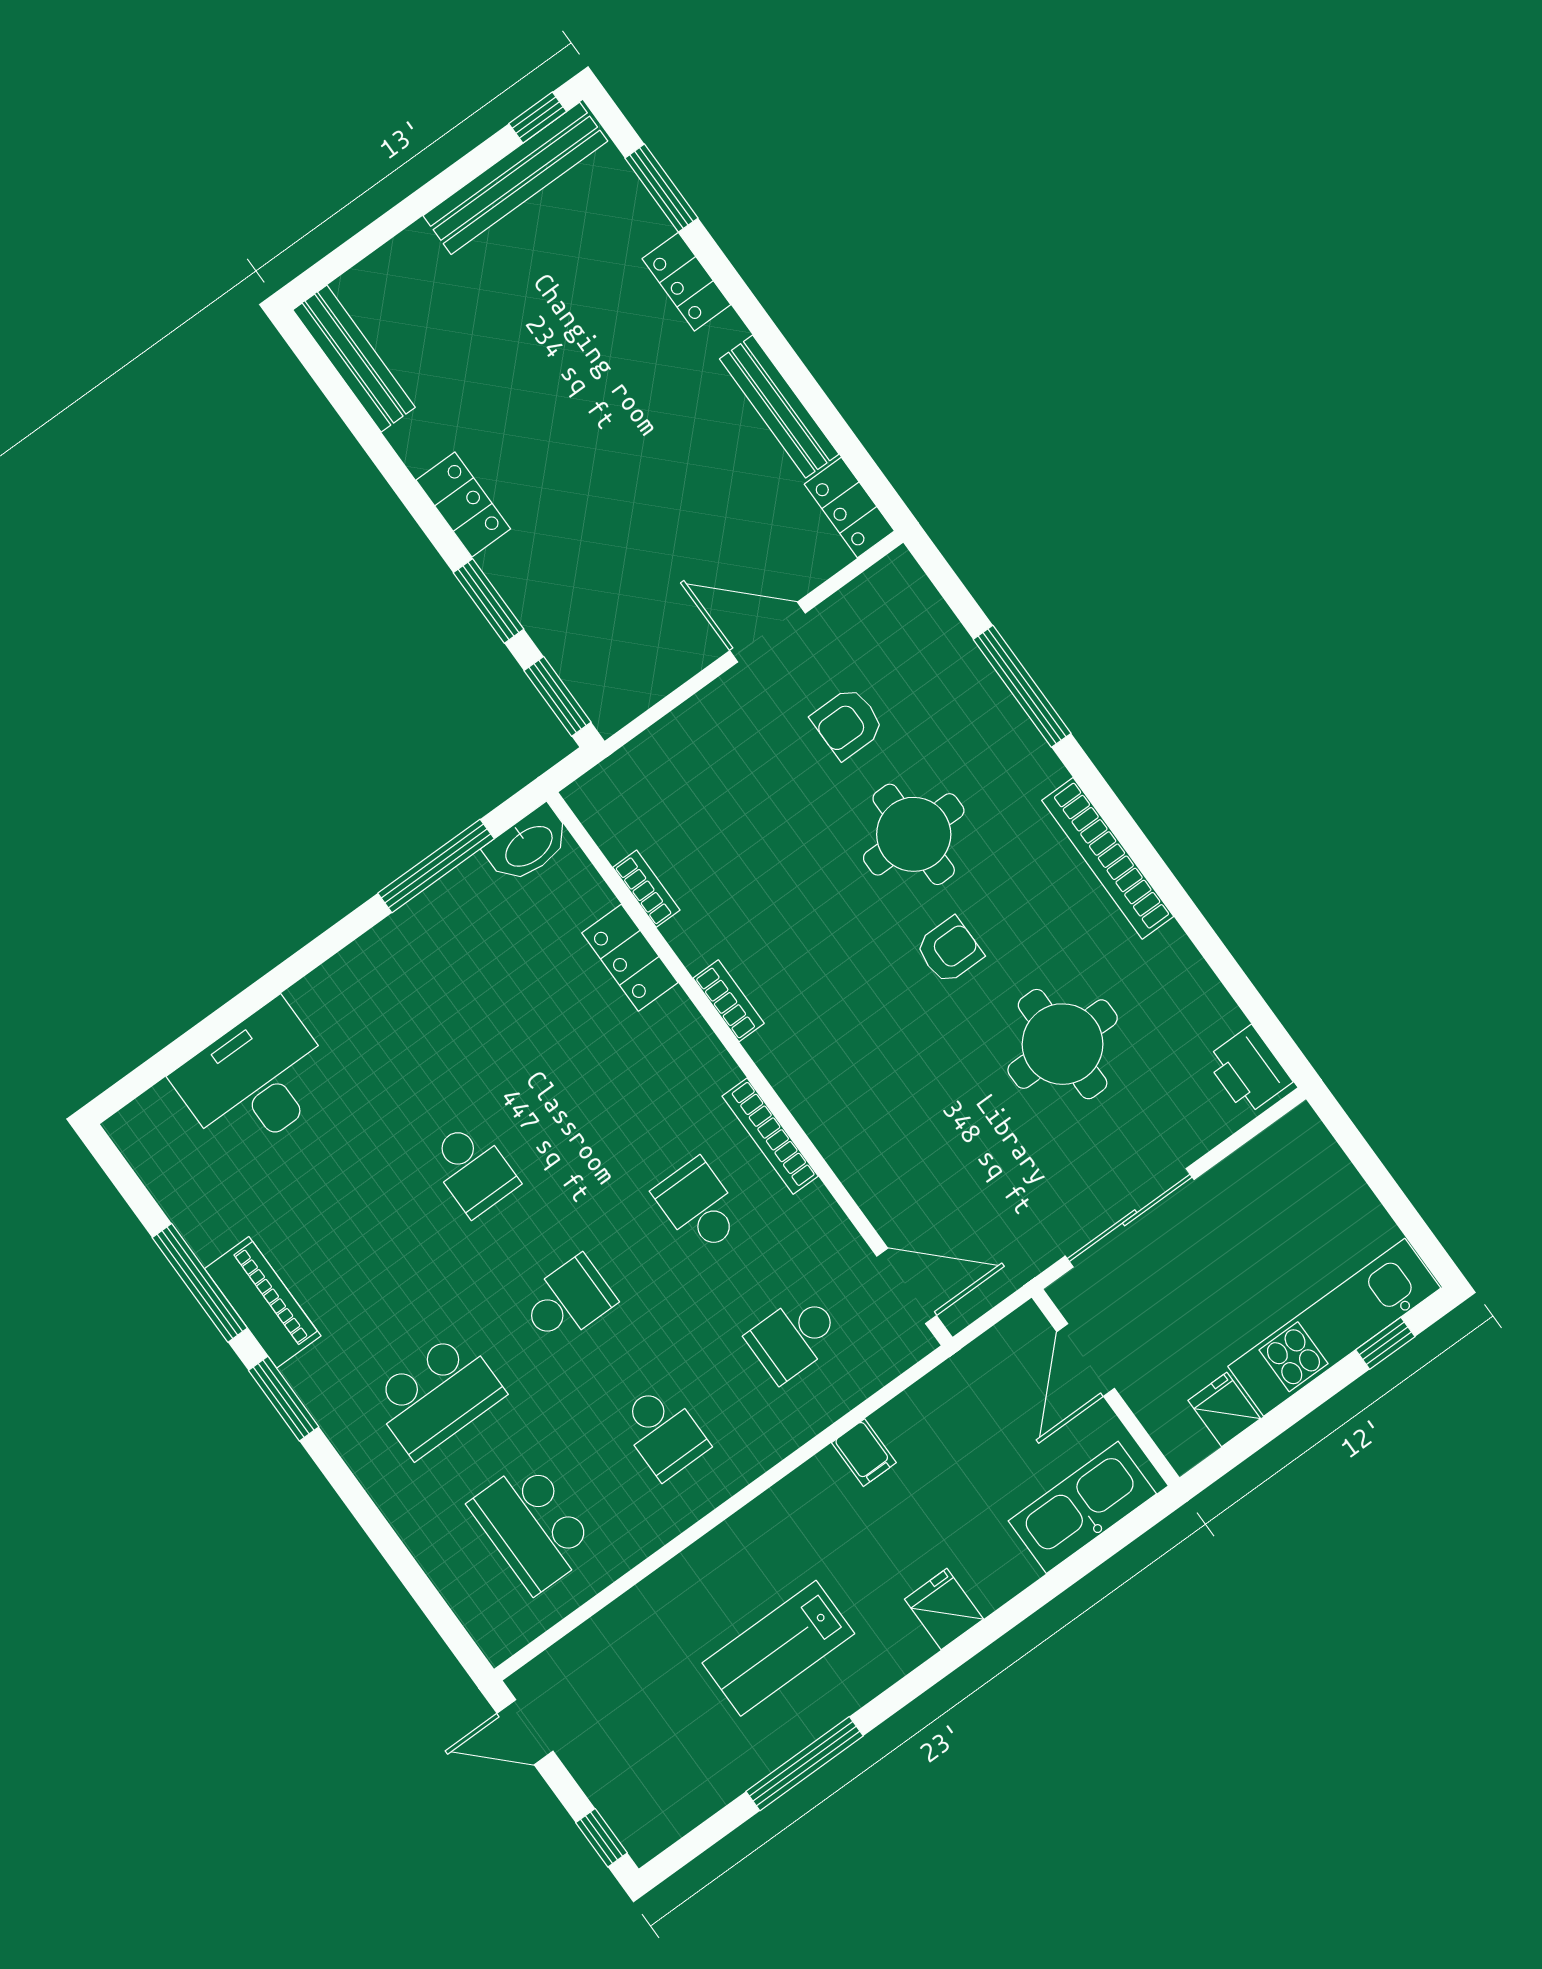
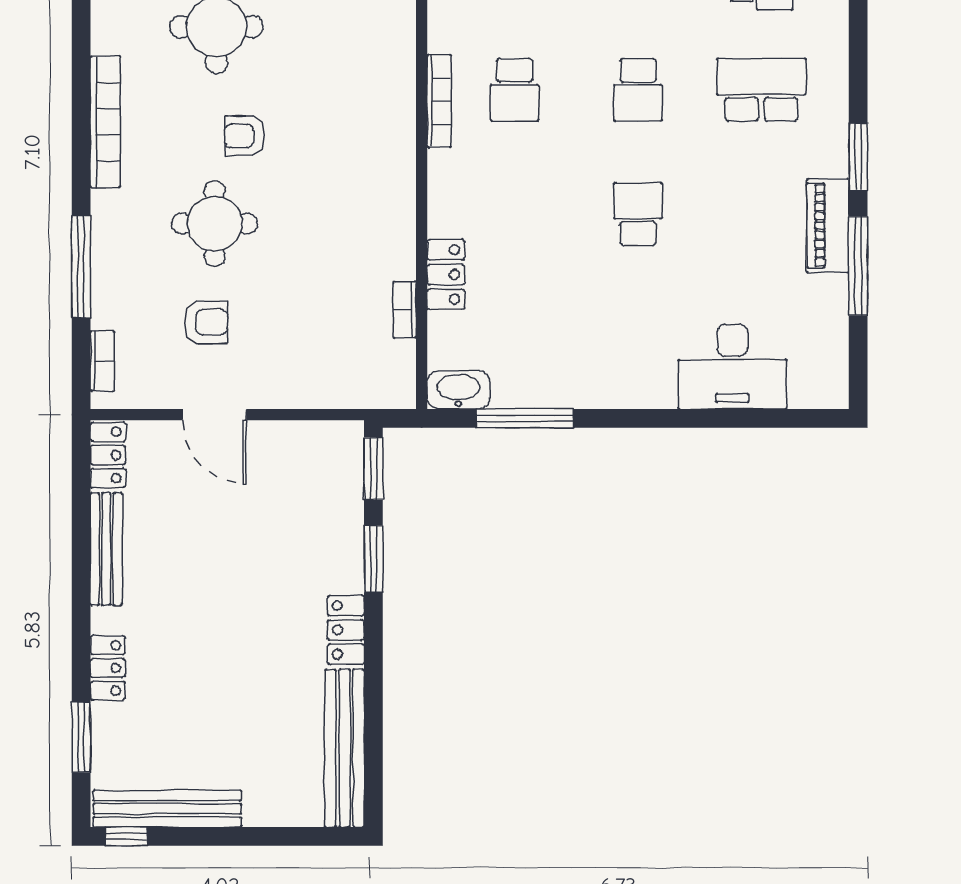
bench: (354, 359) -> (345, 748), width x1.37, depth x1.21
bookcase: (729, 1001) -> (102, 361), moved, turned 180
school desk: (568, 1301) -> (638, 90), turned -90

